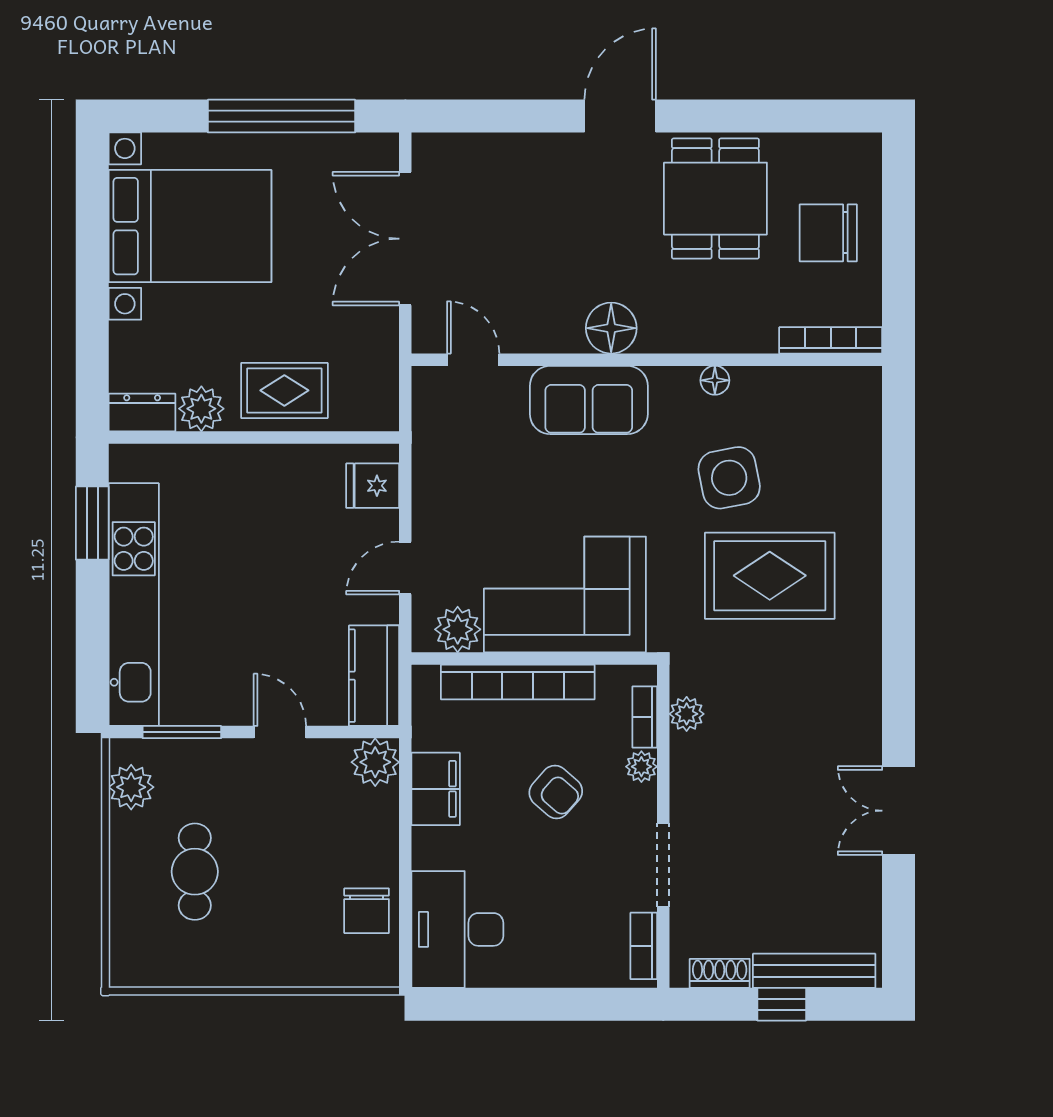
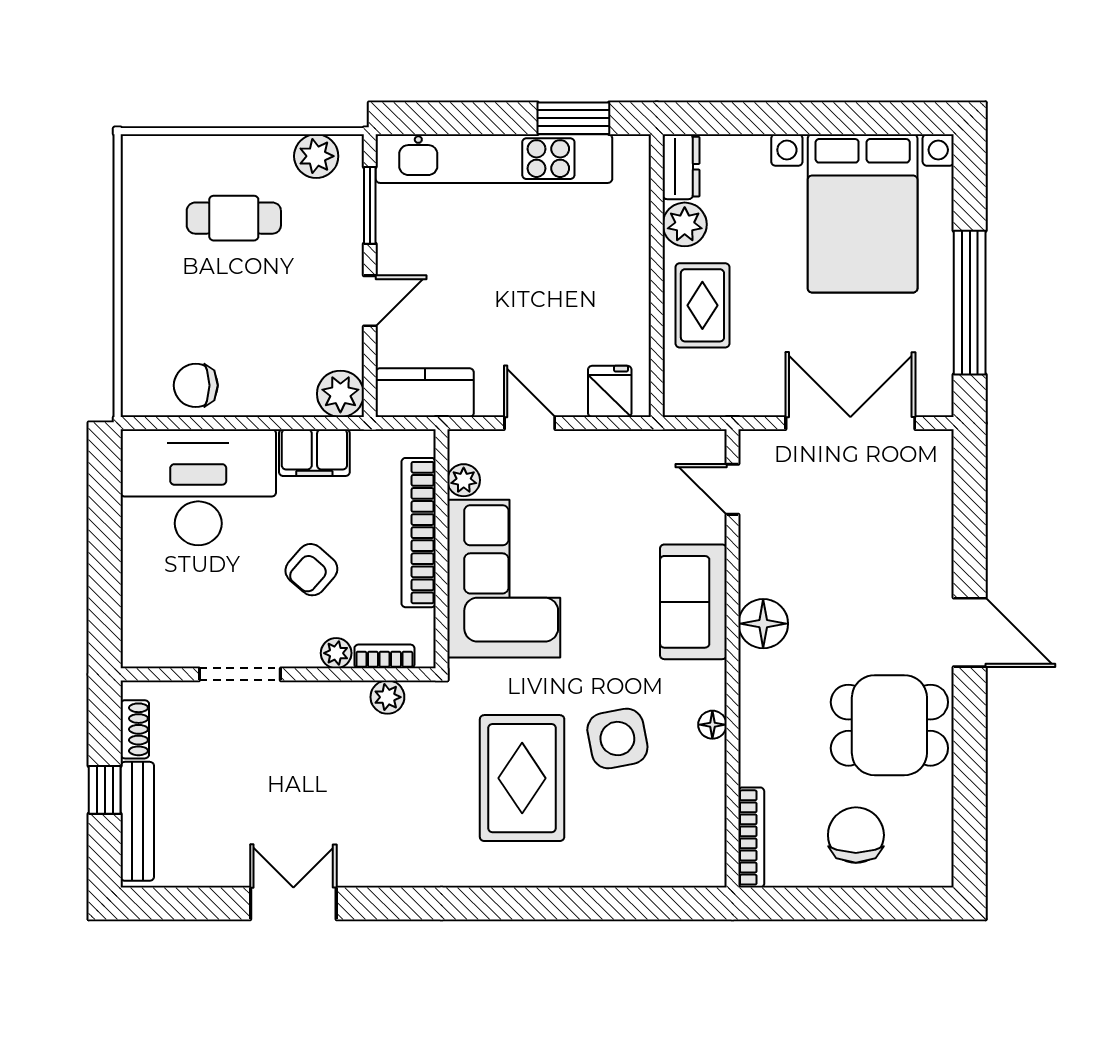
door: (473, 360) -> (732, 489), swing flipped
plant: (458, 629) -> (464, 480), width x0.73, depth x0.73
desk: (457, 929) -> (198, 487), width x1.36, depth x1.30
bookcase: (644, 946) -> (161, 655), removed

